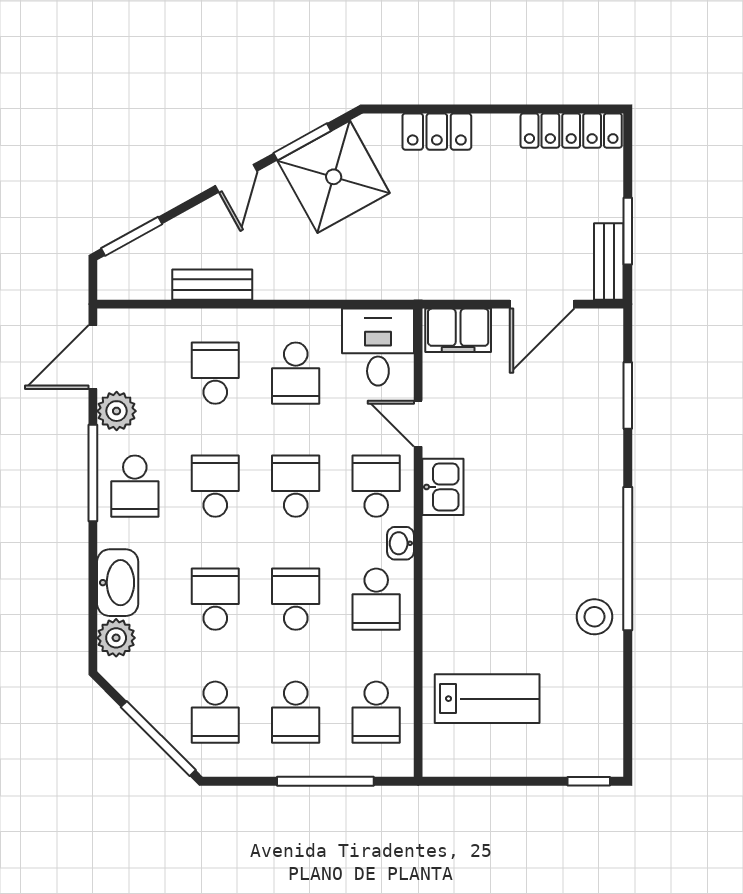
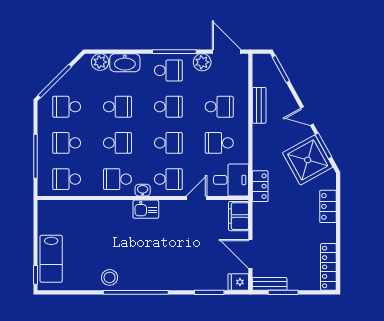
locker: (392, 282) -> (260, 186), added
fridge: (605, 331) -> (238, 282), added
school desk: (135, 486) -> (168, 70), turned 180
kitchen sink: (443, 487) -> (146, 209), moved
lab bench: (487, 699) -> (51, 259), moved

